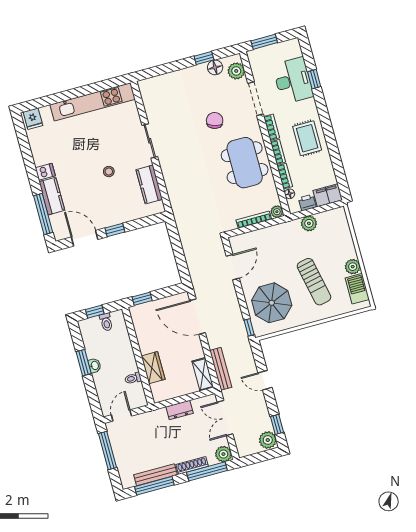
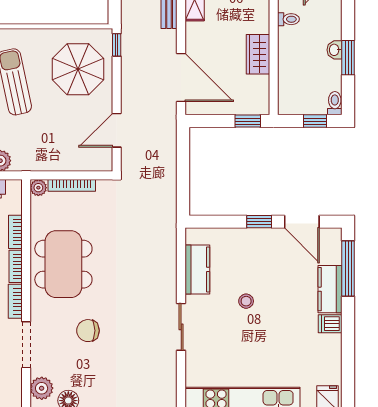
chair: (215, 120) -> (88, 331), turned 72
floor lamp: (290, 194) -> (15, 207), removed
toilet: (106, 322) -> (335, 103), moved
wardrobe: (153, 368) -> (258, 54), moved

